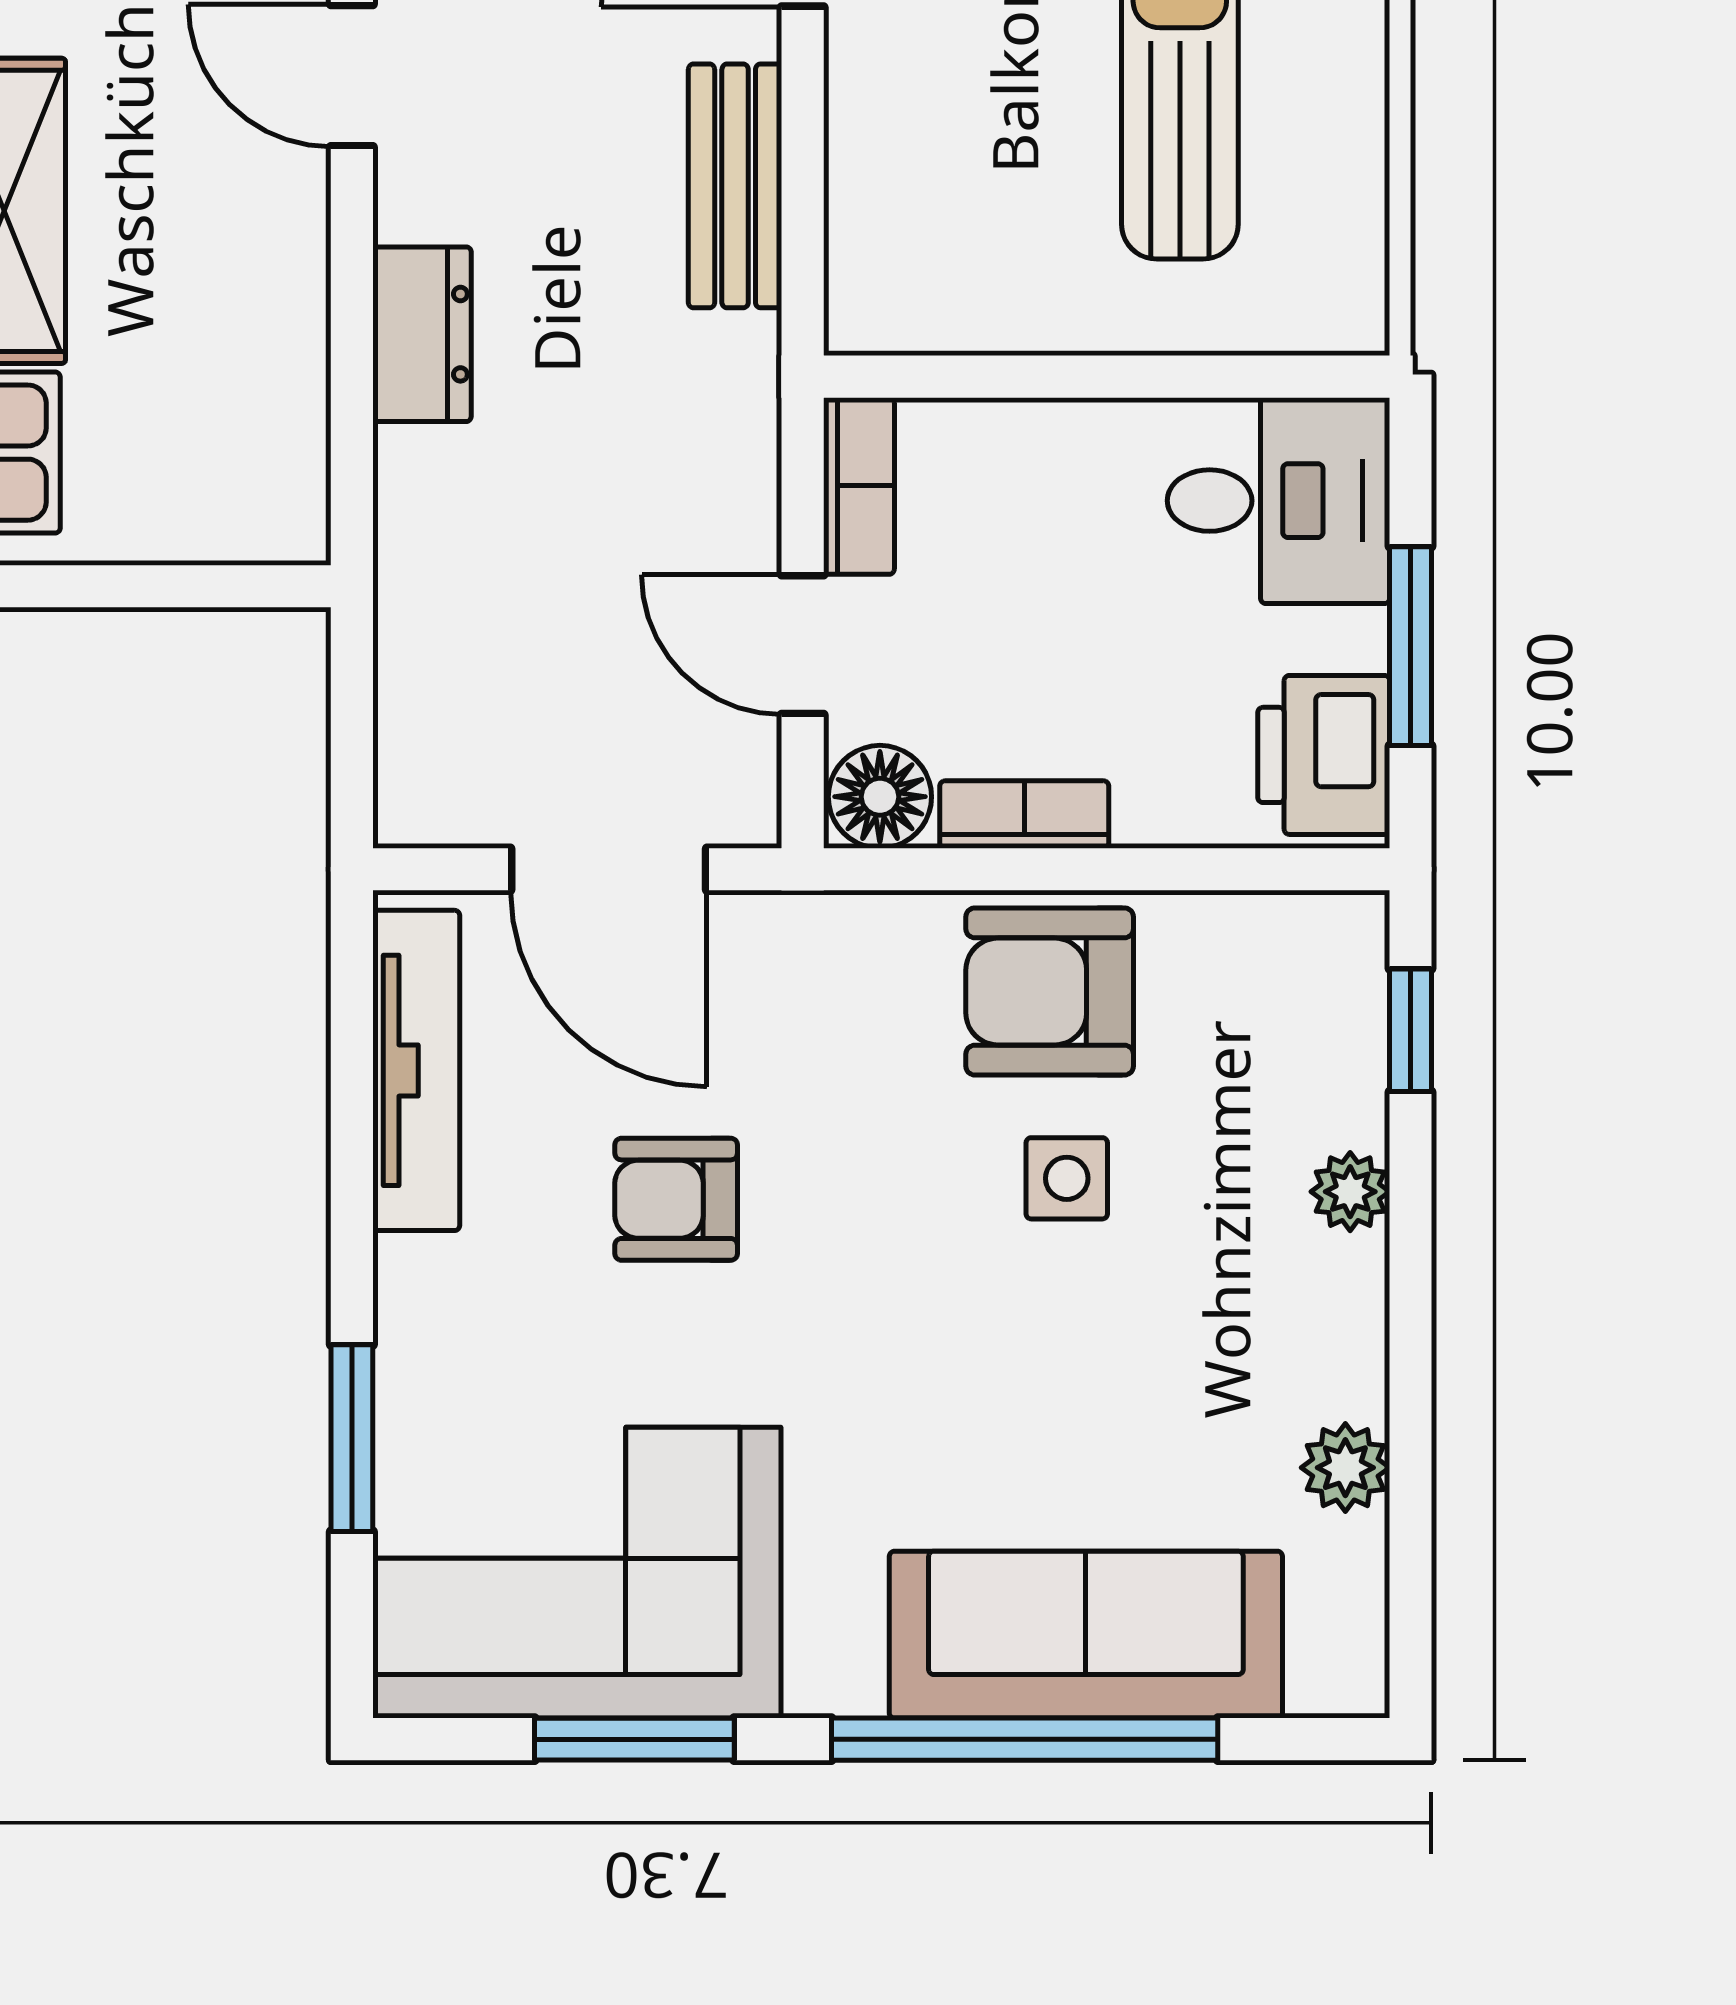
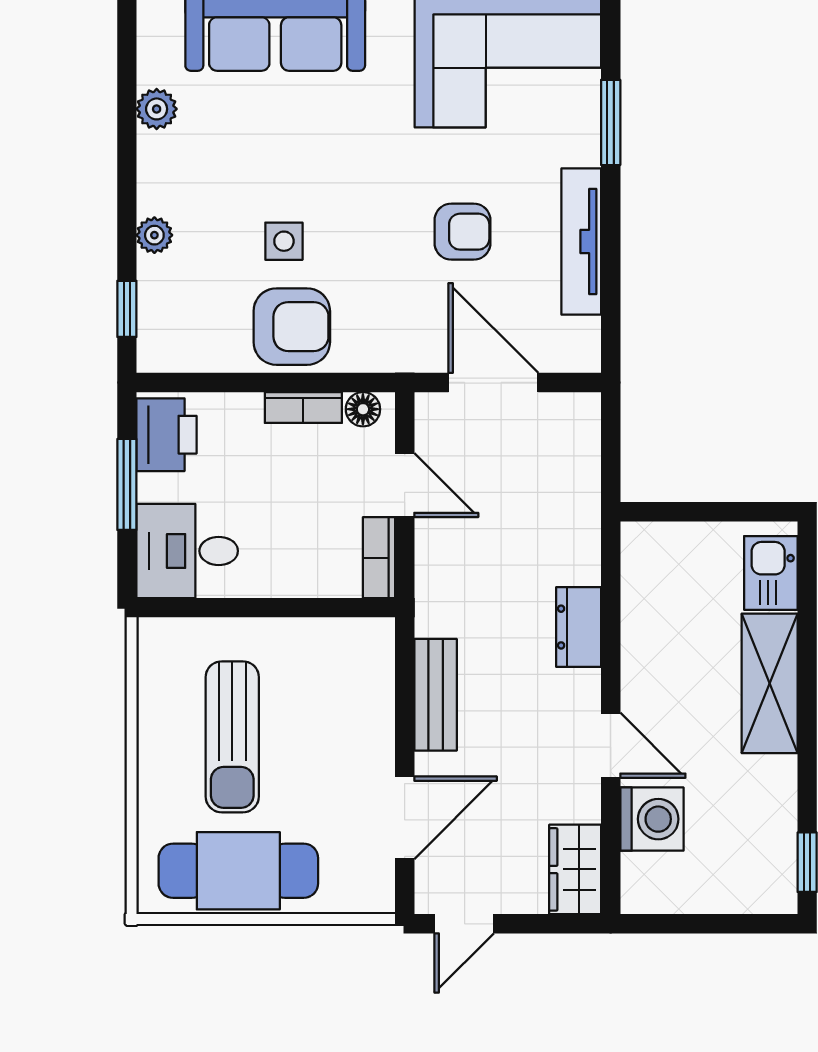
floor lamp: (880, 797) -> (363, 409), width x0.73, depth x0.73
tv unit: (416, 1070) -> (581, 241), moved

